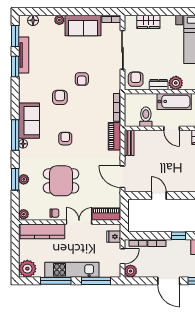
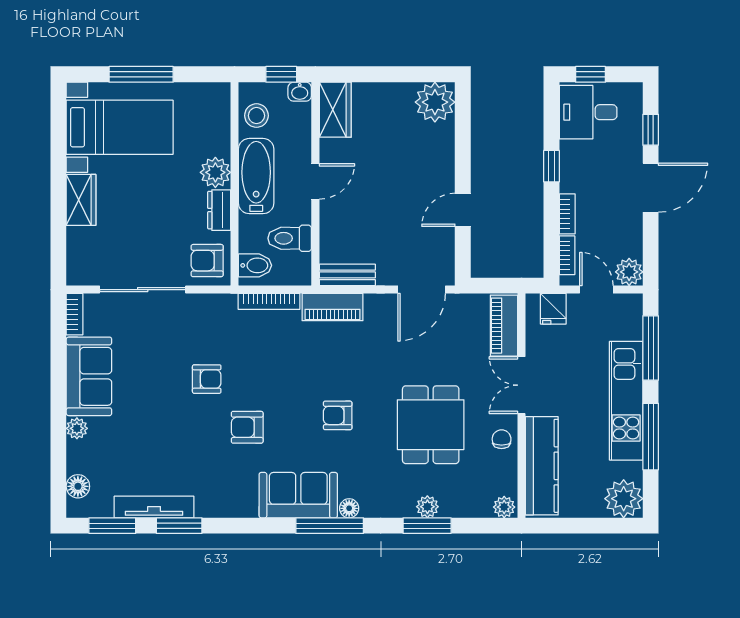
wardrobe: (148, 22) -> (81, 200), moved
bidet: (133, 101) -> (255, 265), added

